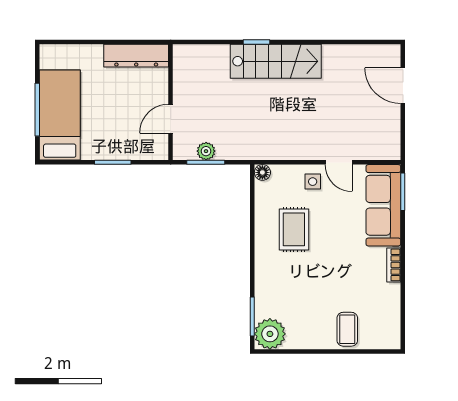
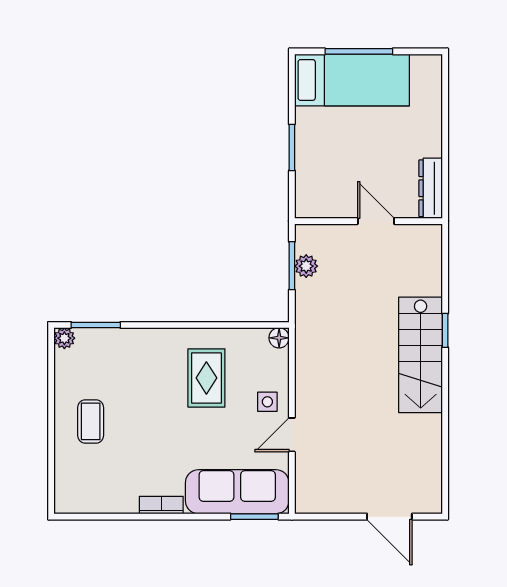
dresser: (136, 56) -> (431, 188), width x0.73, depth x0.80
door: (403, 86) -> (389, 517), swing flipped
door: (171, 119) -> (376, 221), moved
rug: (294, 229) -> (206, 378), turned 90
coffee table: (347, 329) -> (91, 421), moved, turned 90
plant: (270, 334) -> (64, 338), width x0.53, depth x0.53

